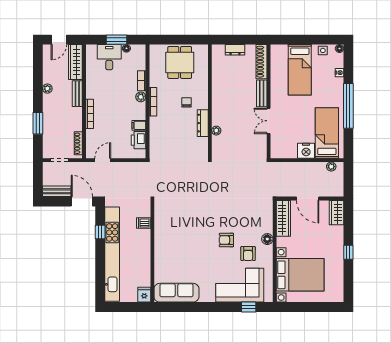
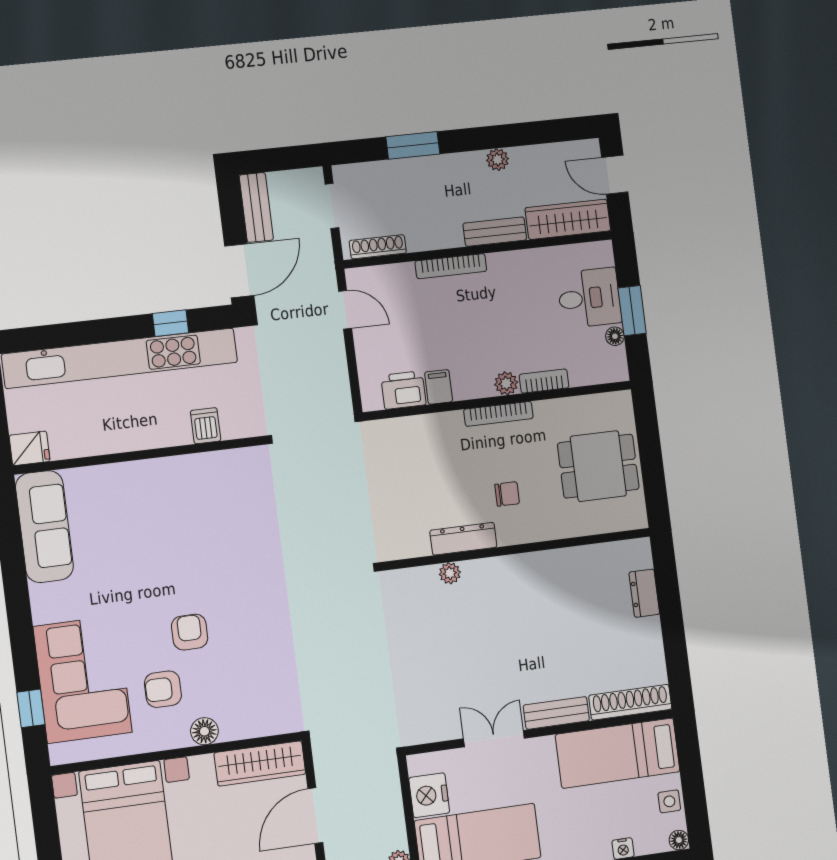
shoe rack: (261, 62) -> (630, 702), moved
bench: (262, 93) -> (556, 713), moved
wall: (269, 101) -> (540, 732), moved
double door: (269, 121) -> (494, 739), moved

